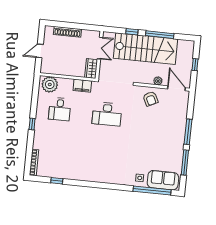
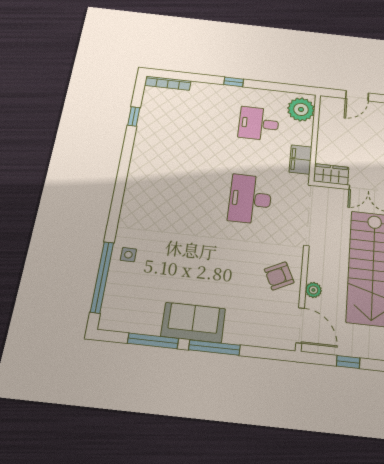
door: (40, 51) -> (357, 96), swing flipped
door: (177, 88) -> (300, 325), hinge flipped
sofa: (163, 180) -> (193, 322), moved, turned -90

